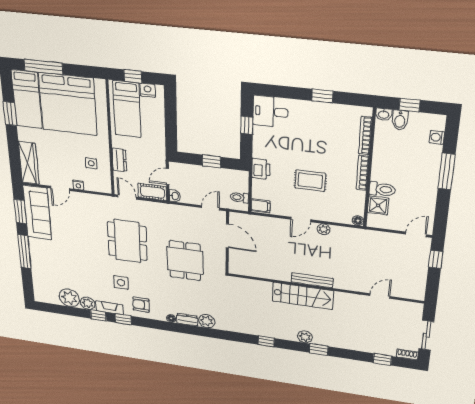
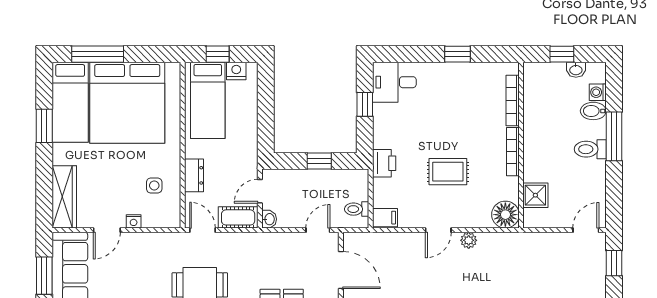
washbasin: (384, 114) -> (576, 70), moved
bidet: (400, 120) -> (593, 111), moved, turned 90
toilet: (382, 189) -> (590, 149), moved, turned 180
floor lamp: (358, 221) -> (505, 215), width x1.89, depth x1.89

